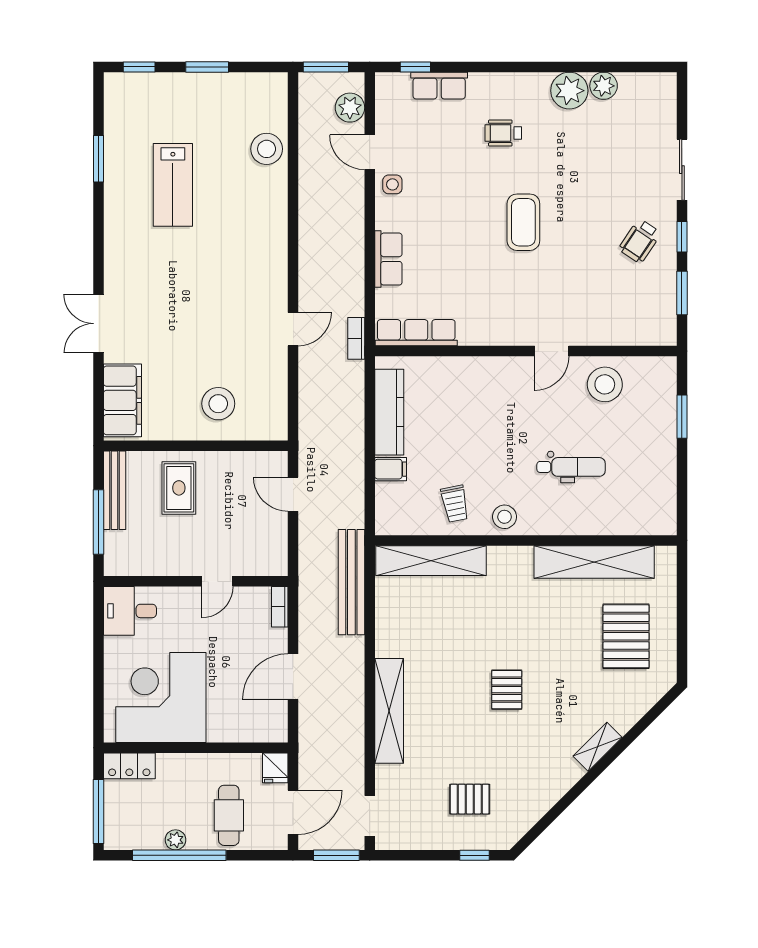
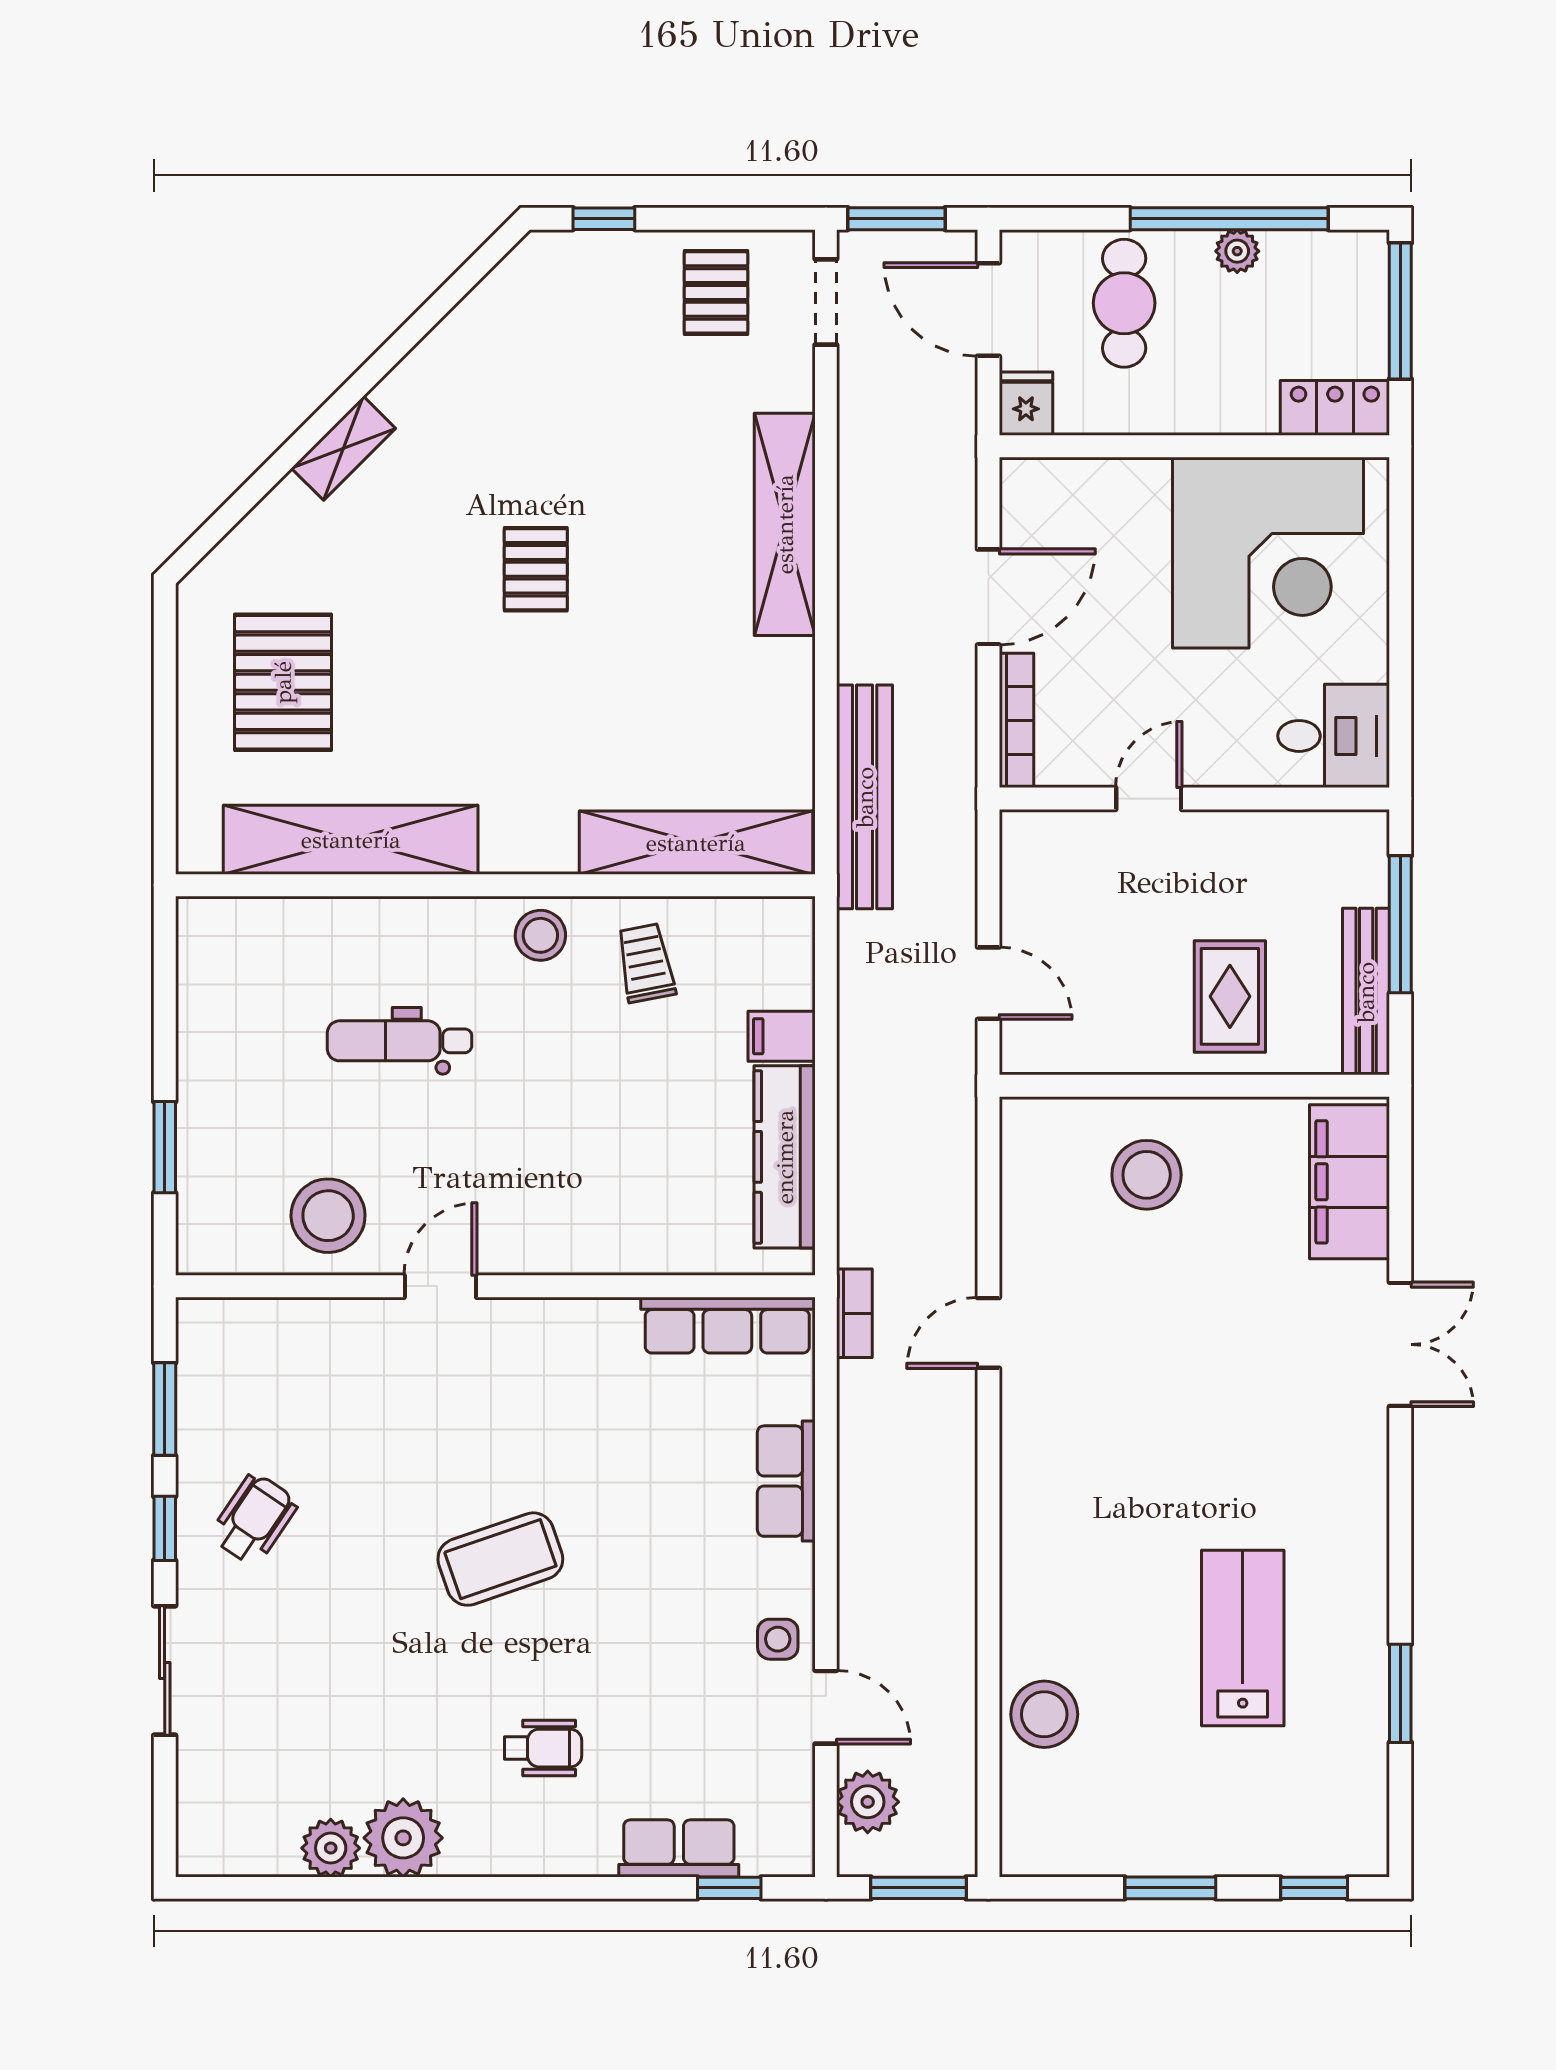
coffee table: (523, 222) -> (500, 1559), turned 71
bookcase: (280, 607) -> (1017, 720), width x1.56
pallet: (470, 799) -> (716, 292), moved, turned 90
door: (293, 812) -> (988, 310), hinge flipped

